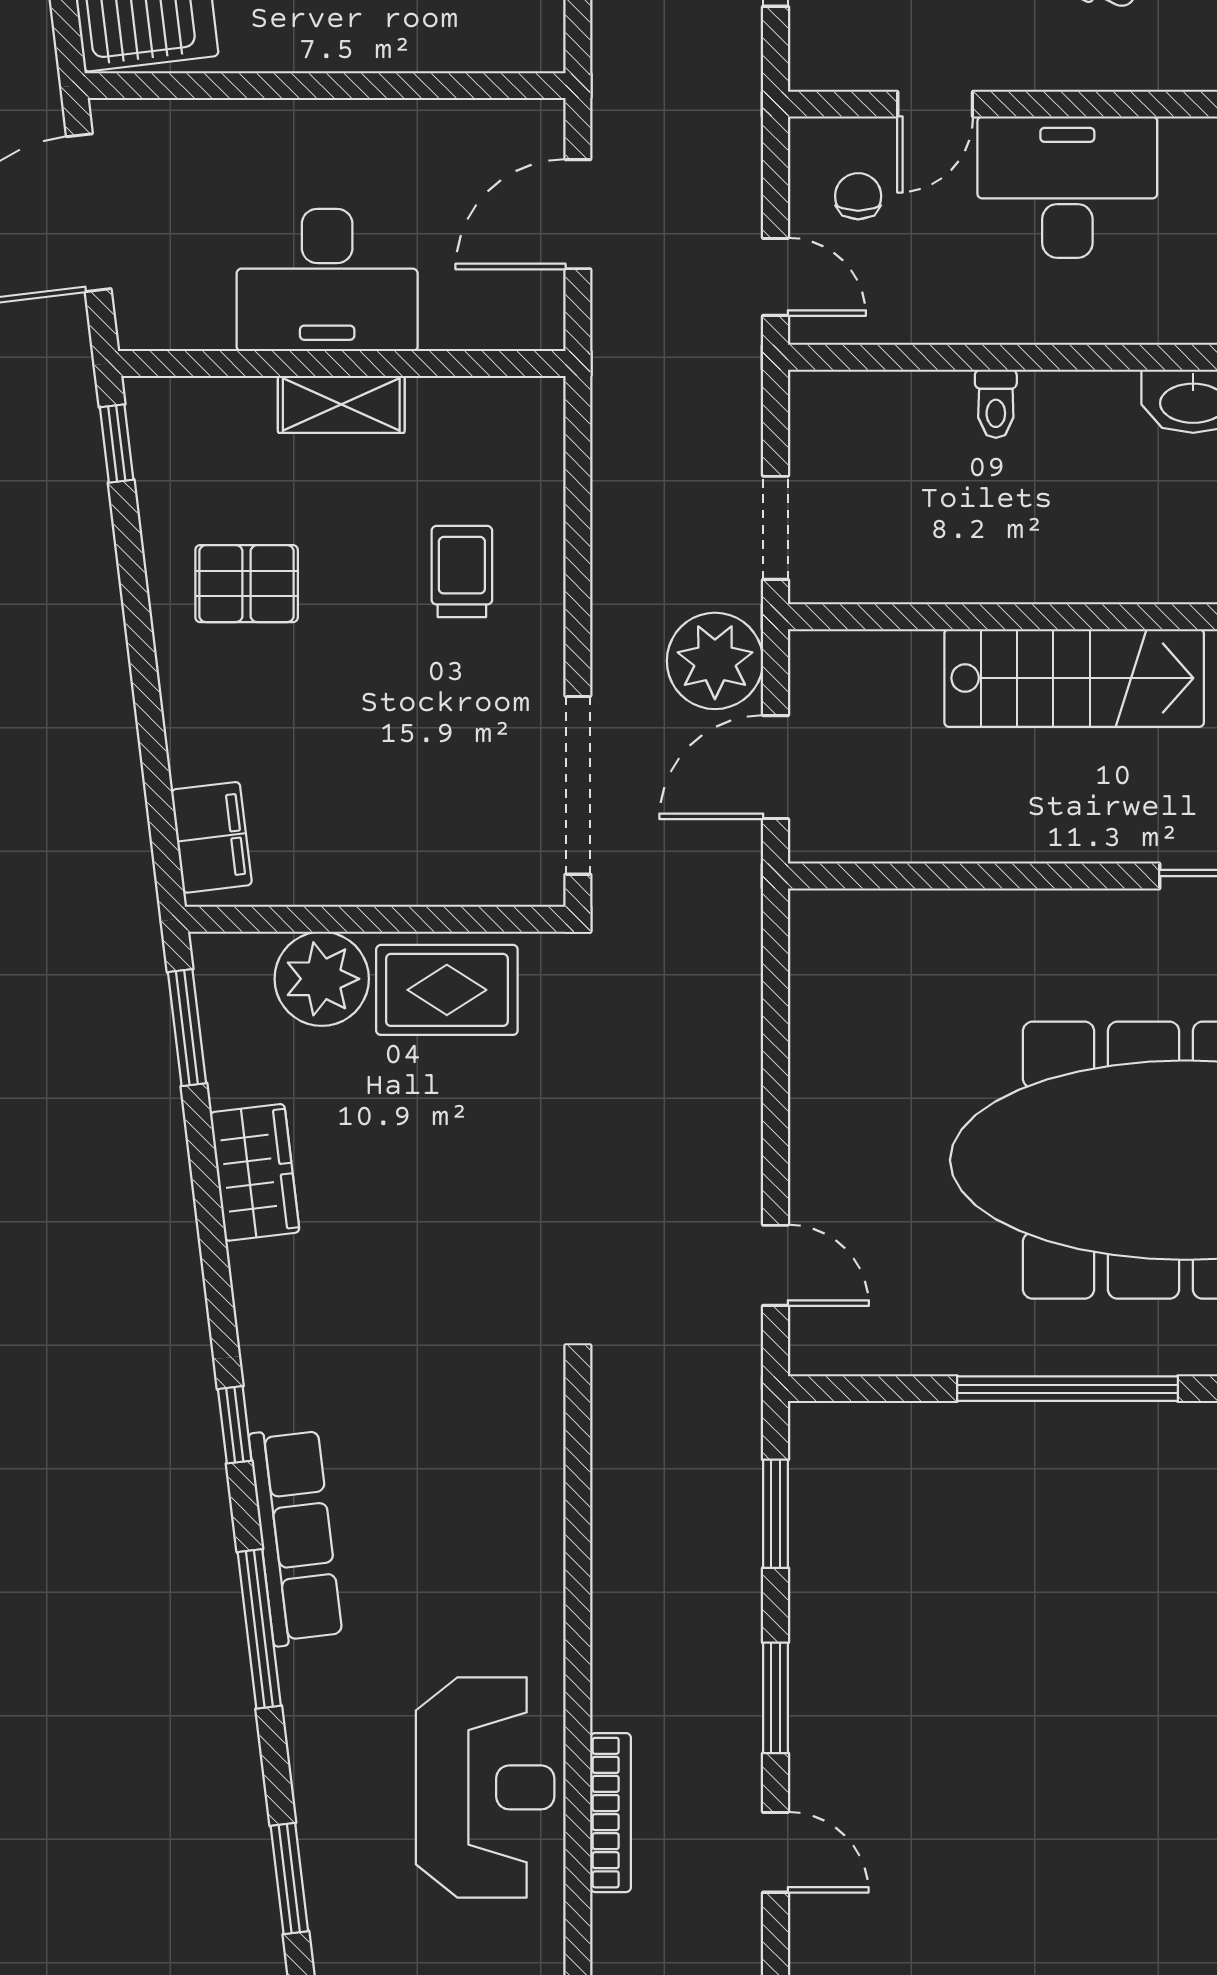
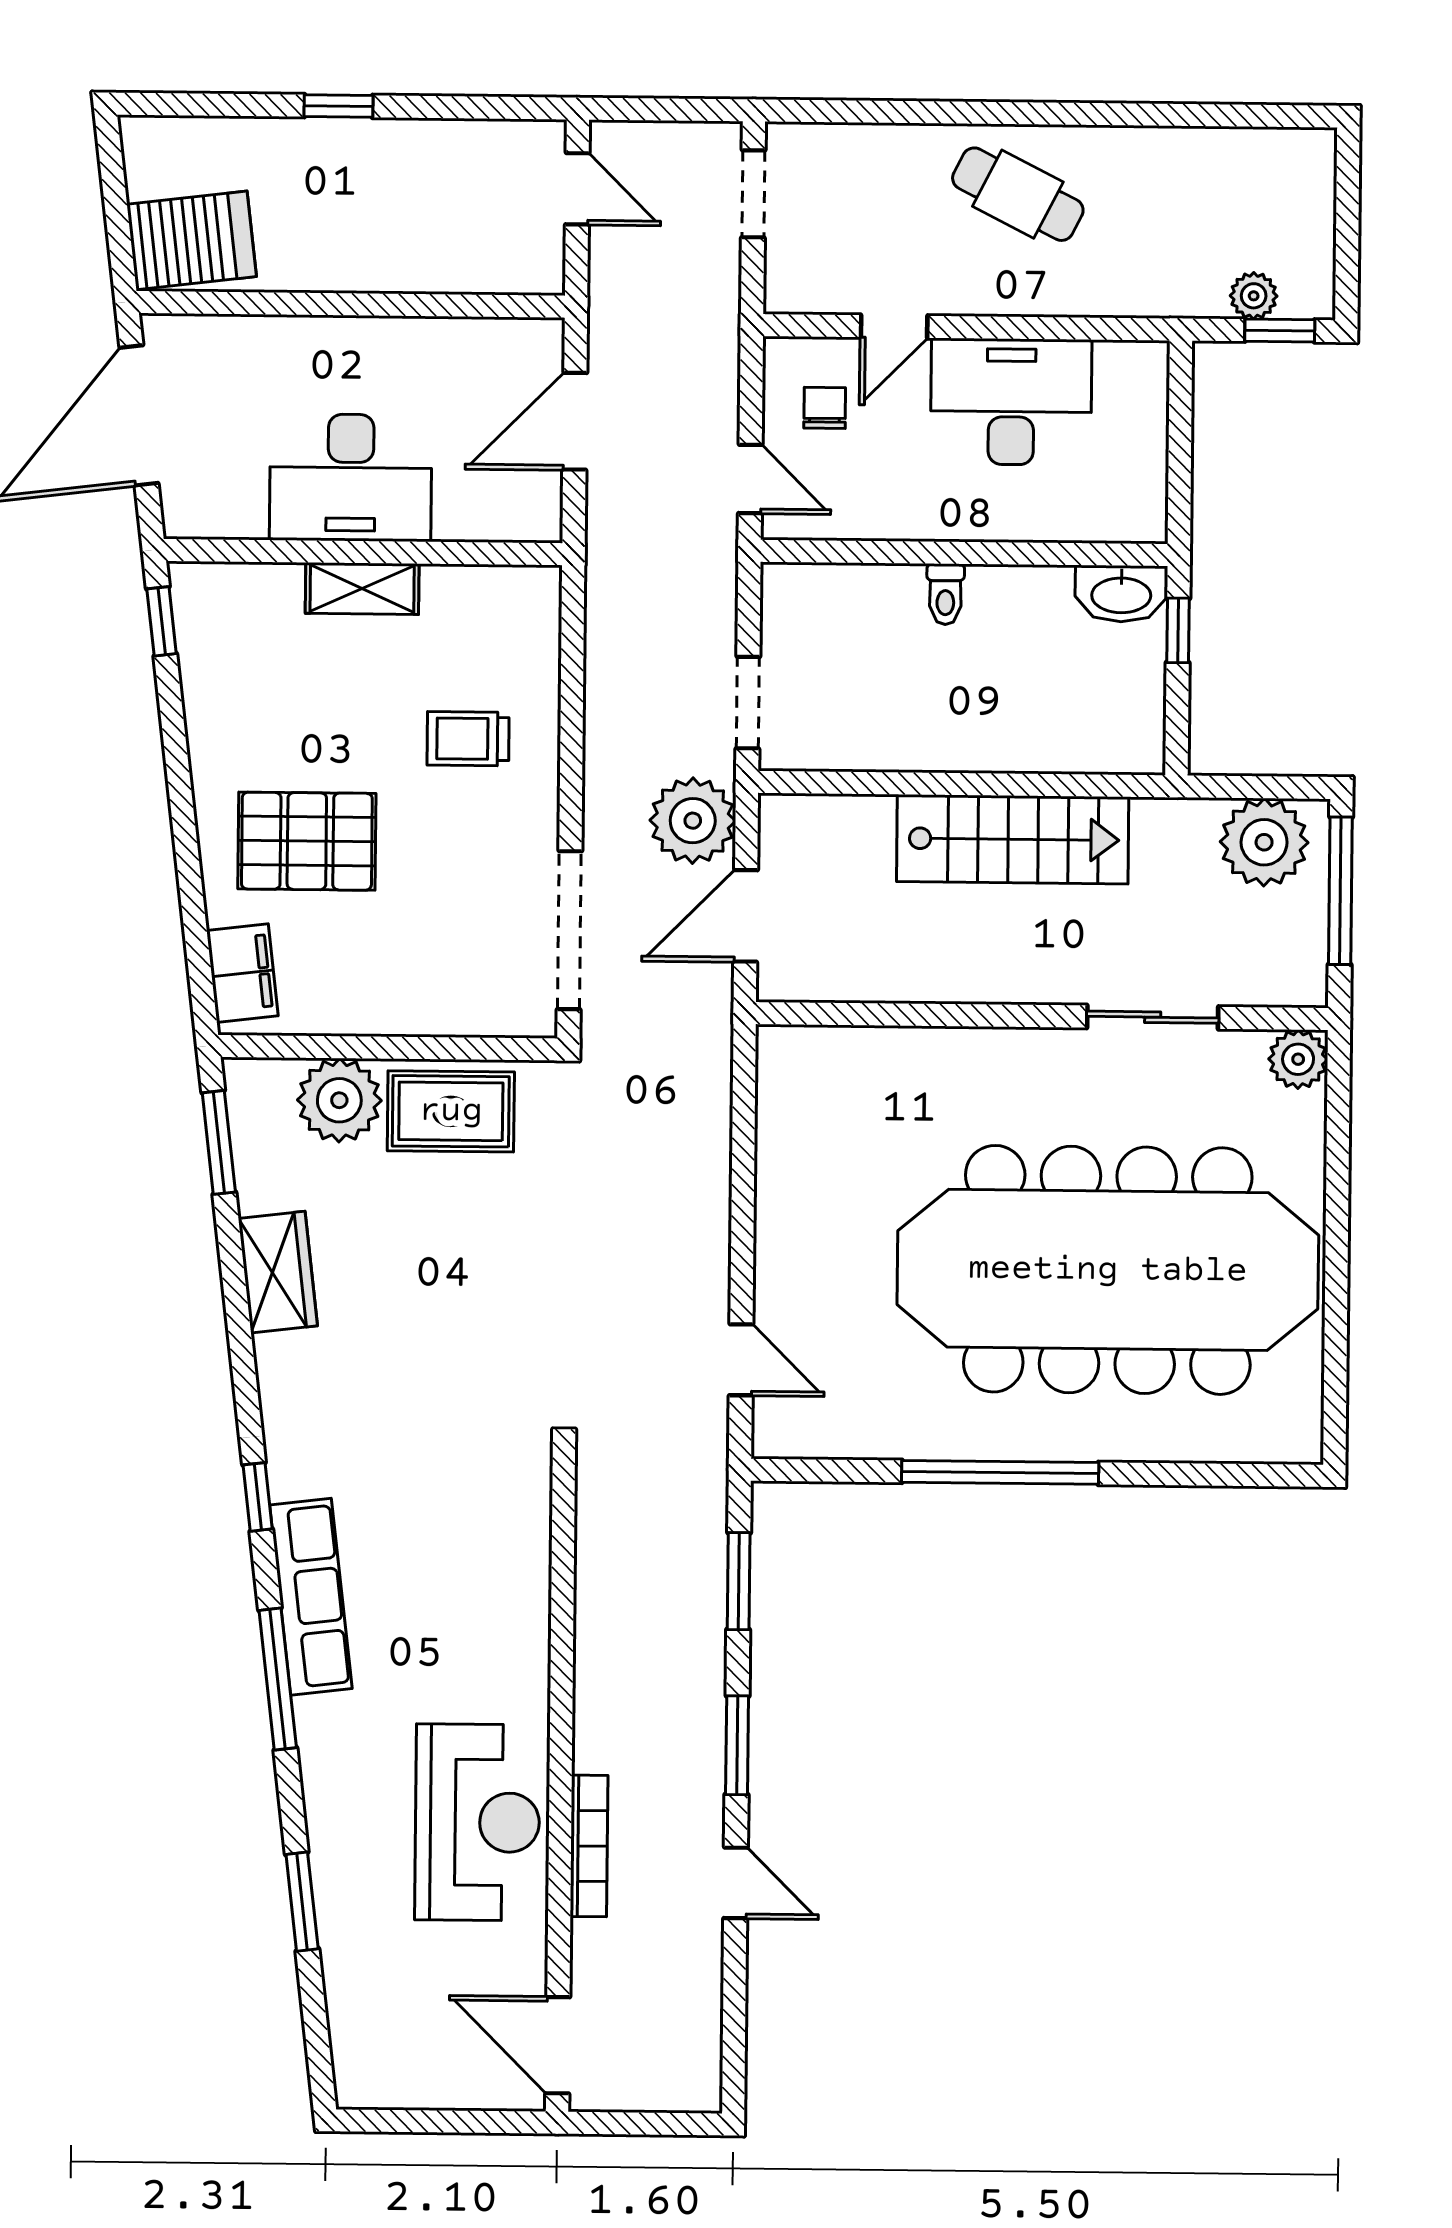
trolley: (462, 572) -> (468, 739), turned -90
pallet: (247, 584) -> (307, 841), moved, width x1.50, depth x1.42

